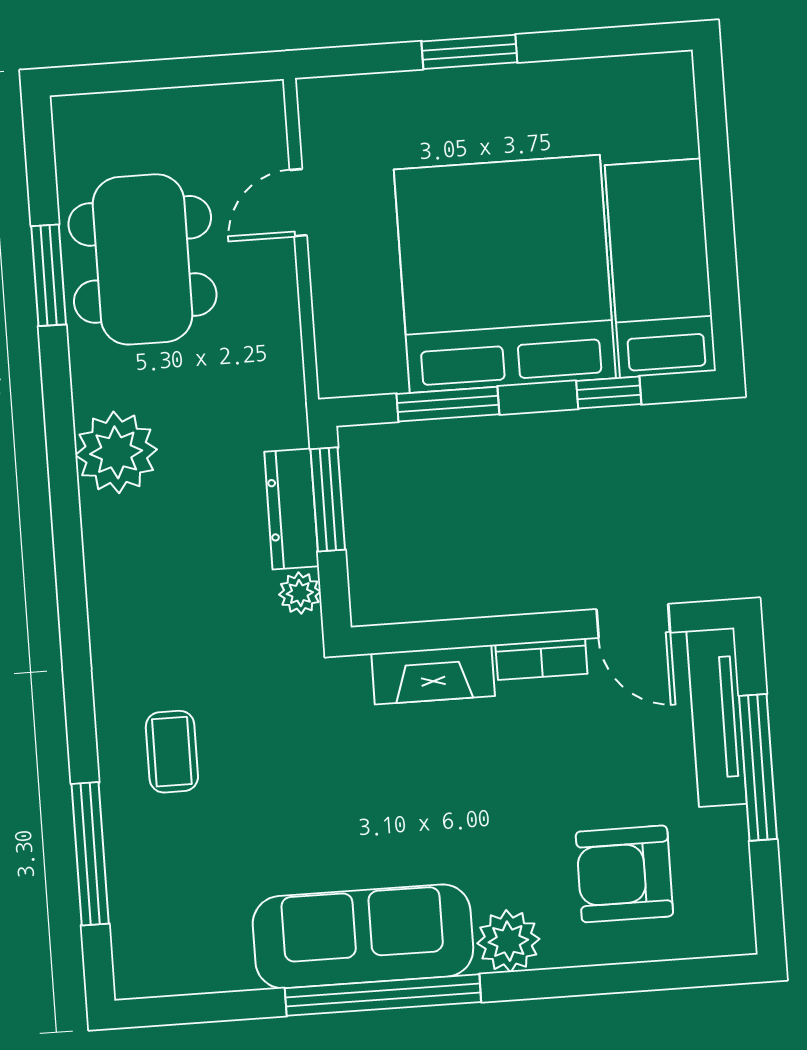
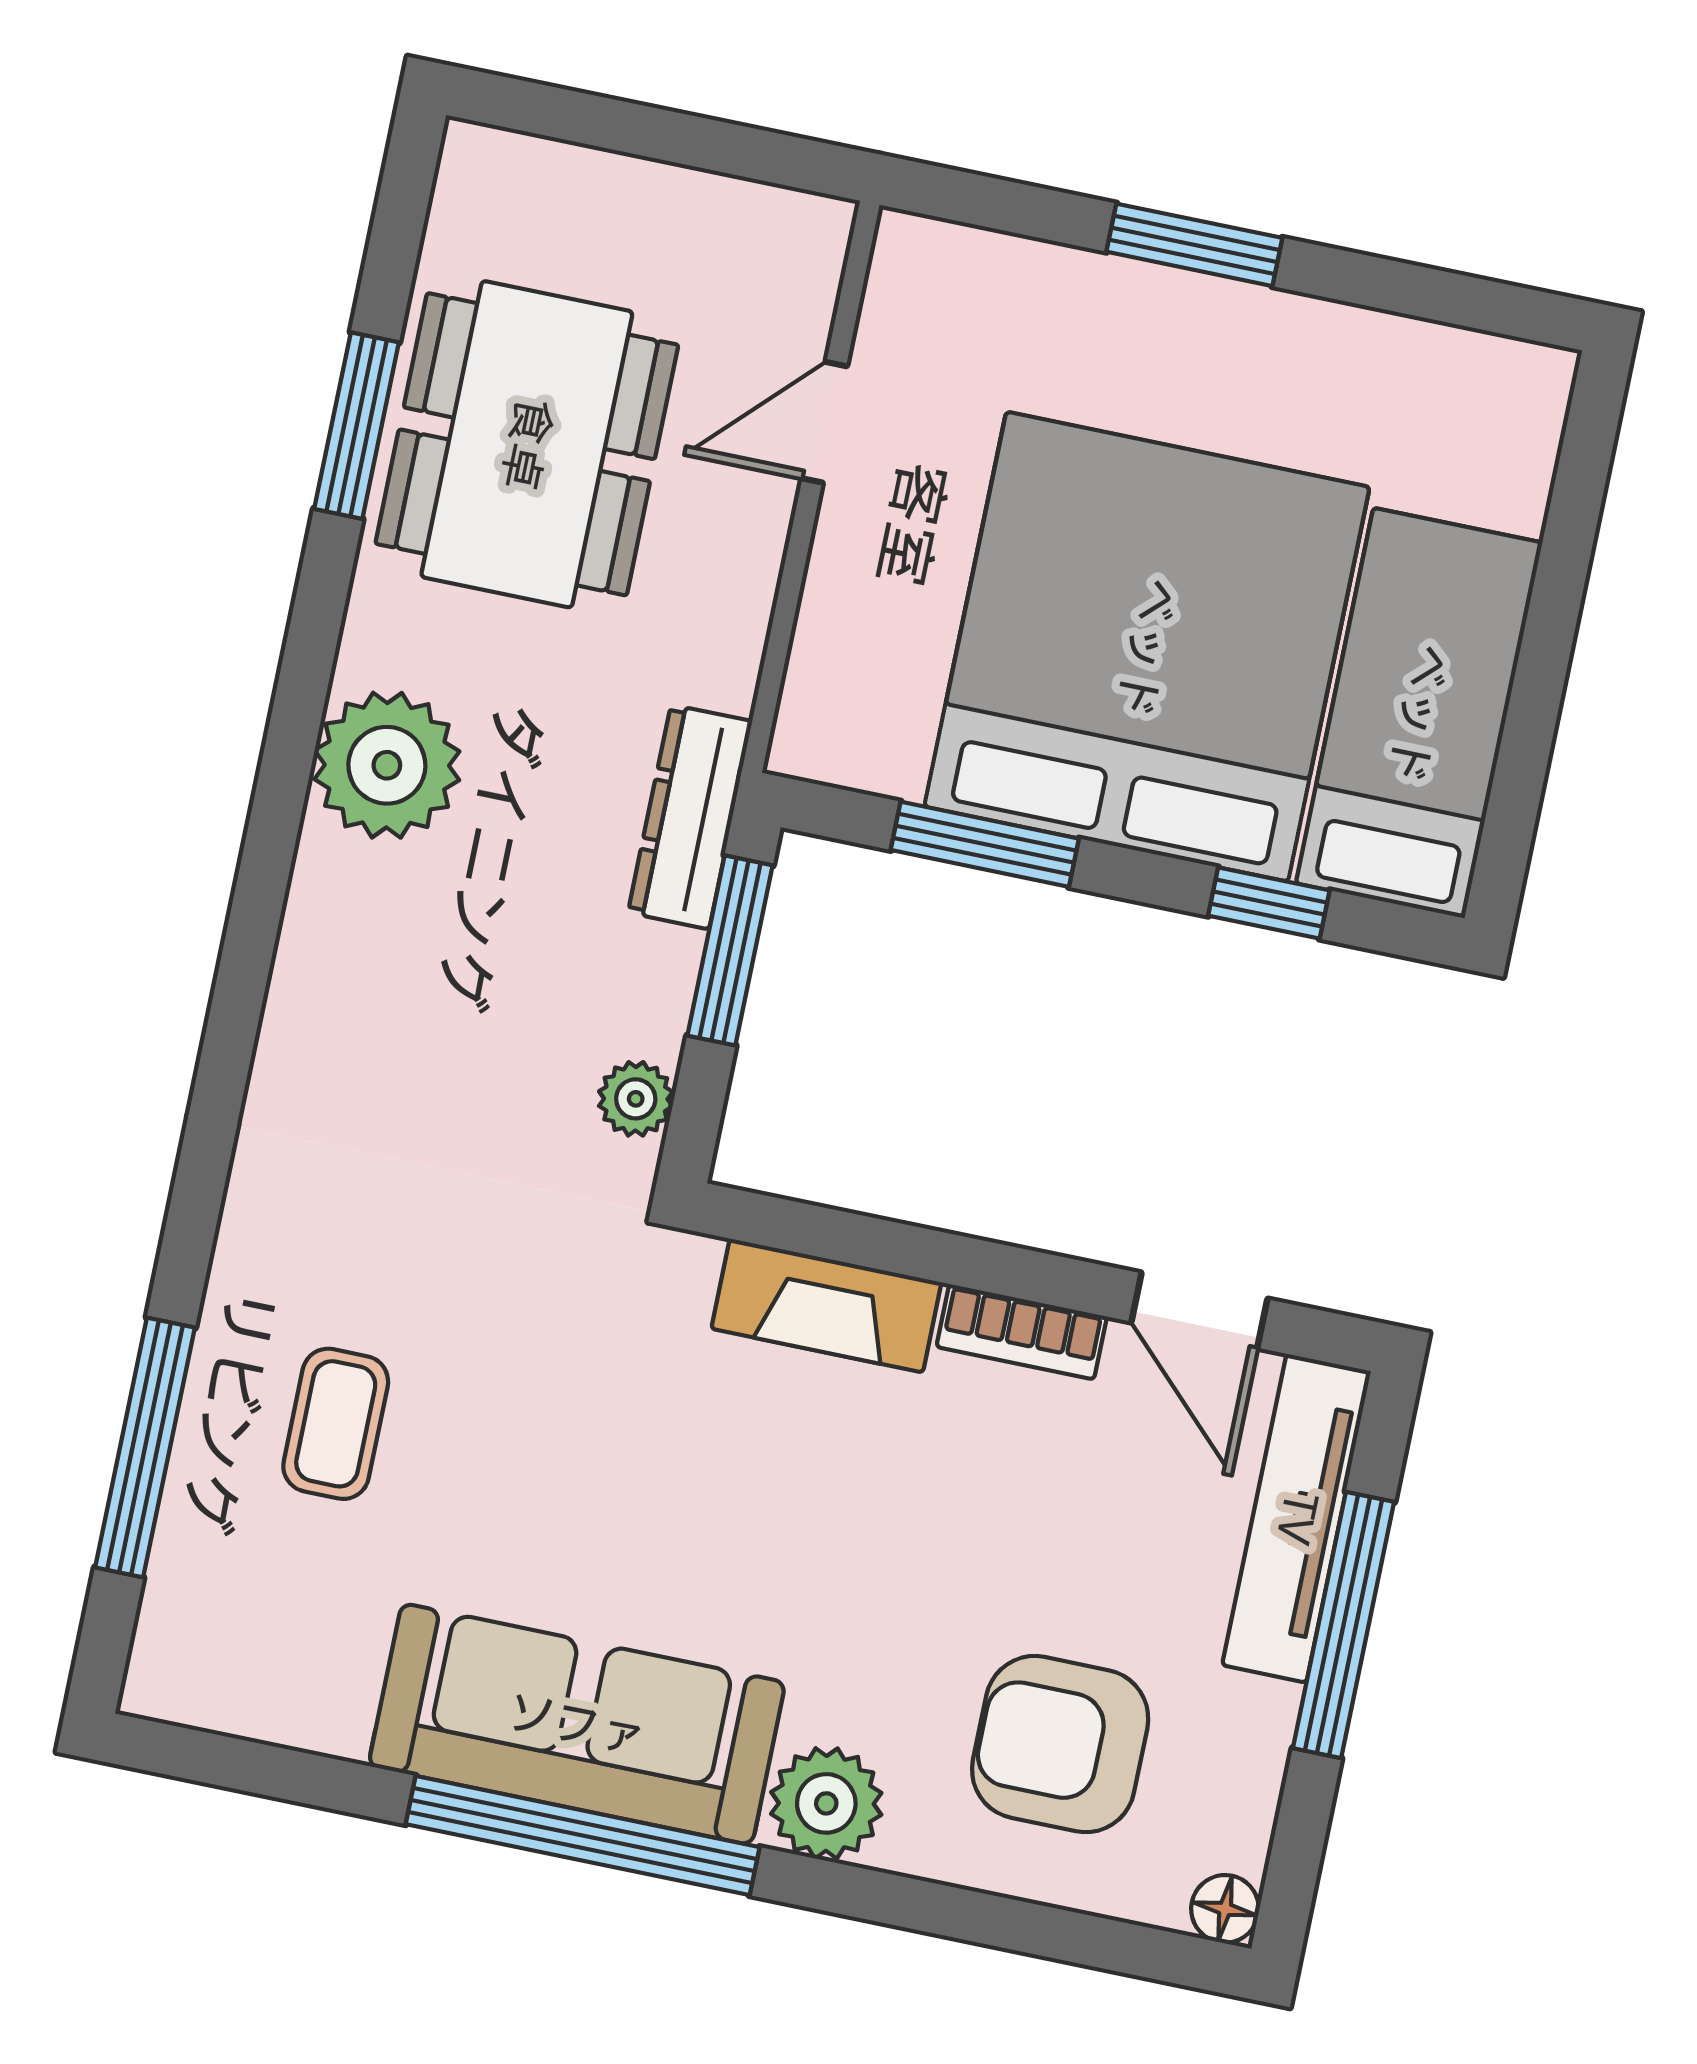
dresser: (292, 509) -> (690, 817), moved
coffee table: (172, 752) -> (336, 1424), moved
floor lamp: (738, 937) -> (1225, 1909), added

